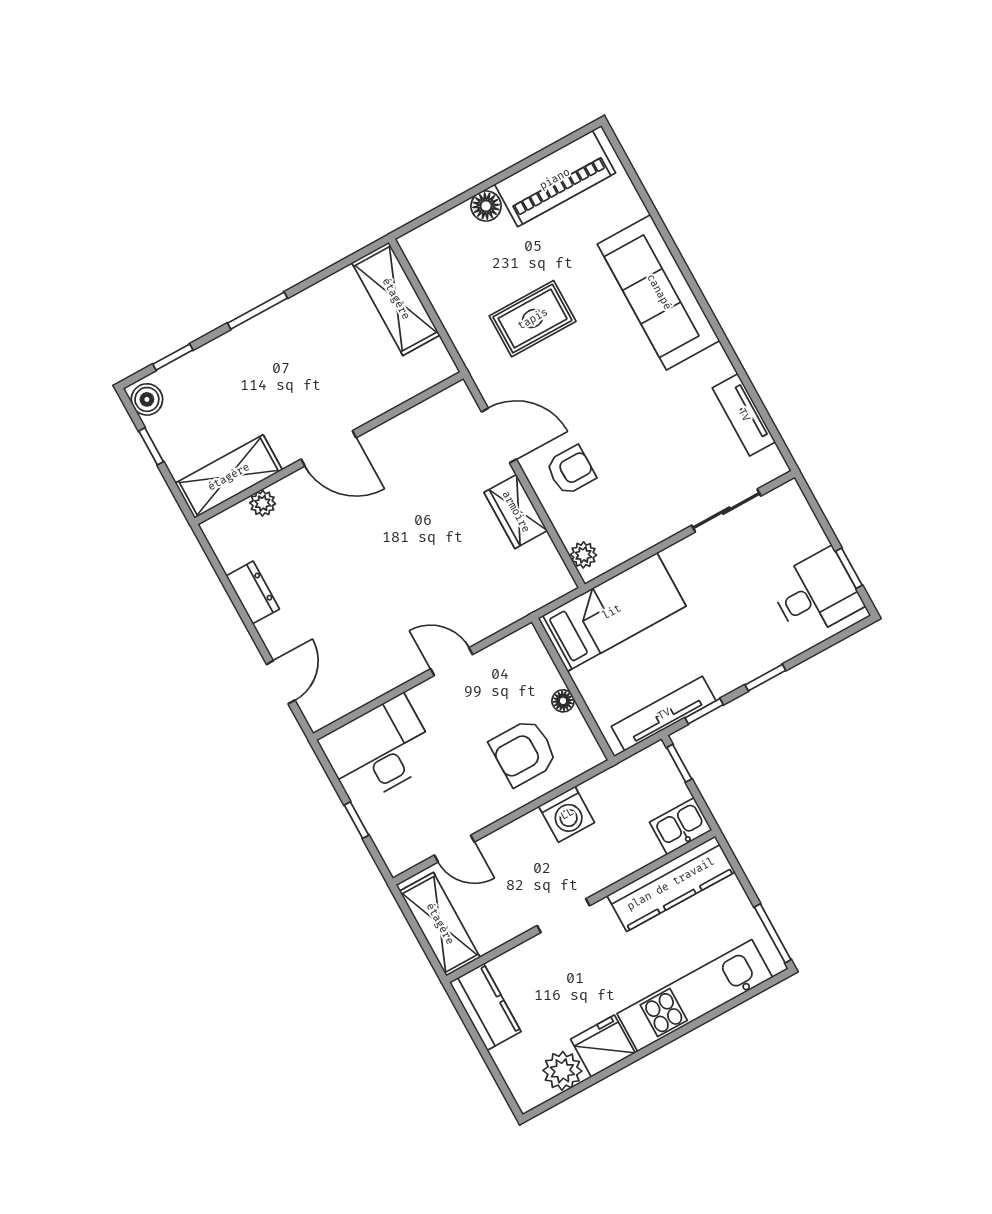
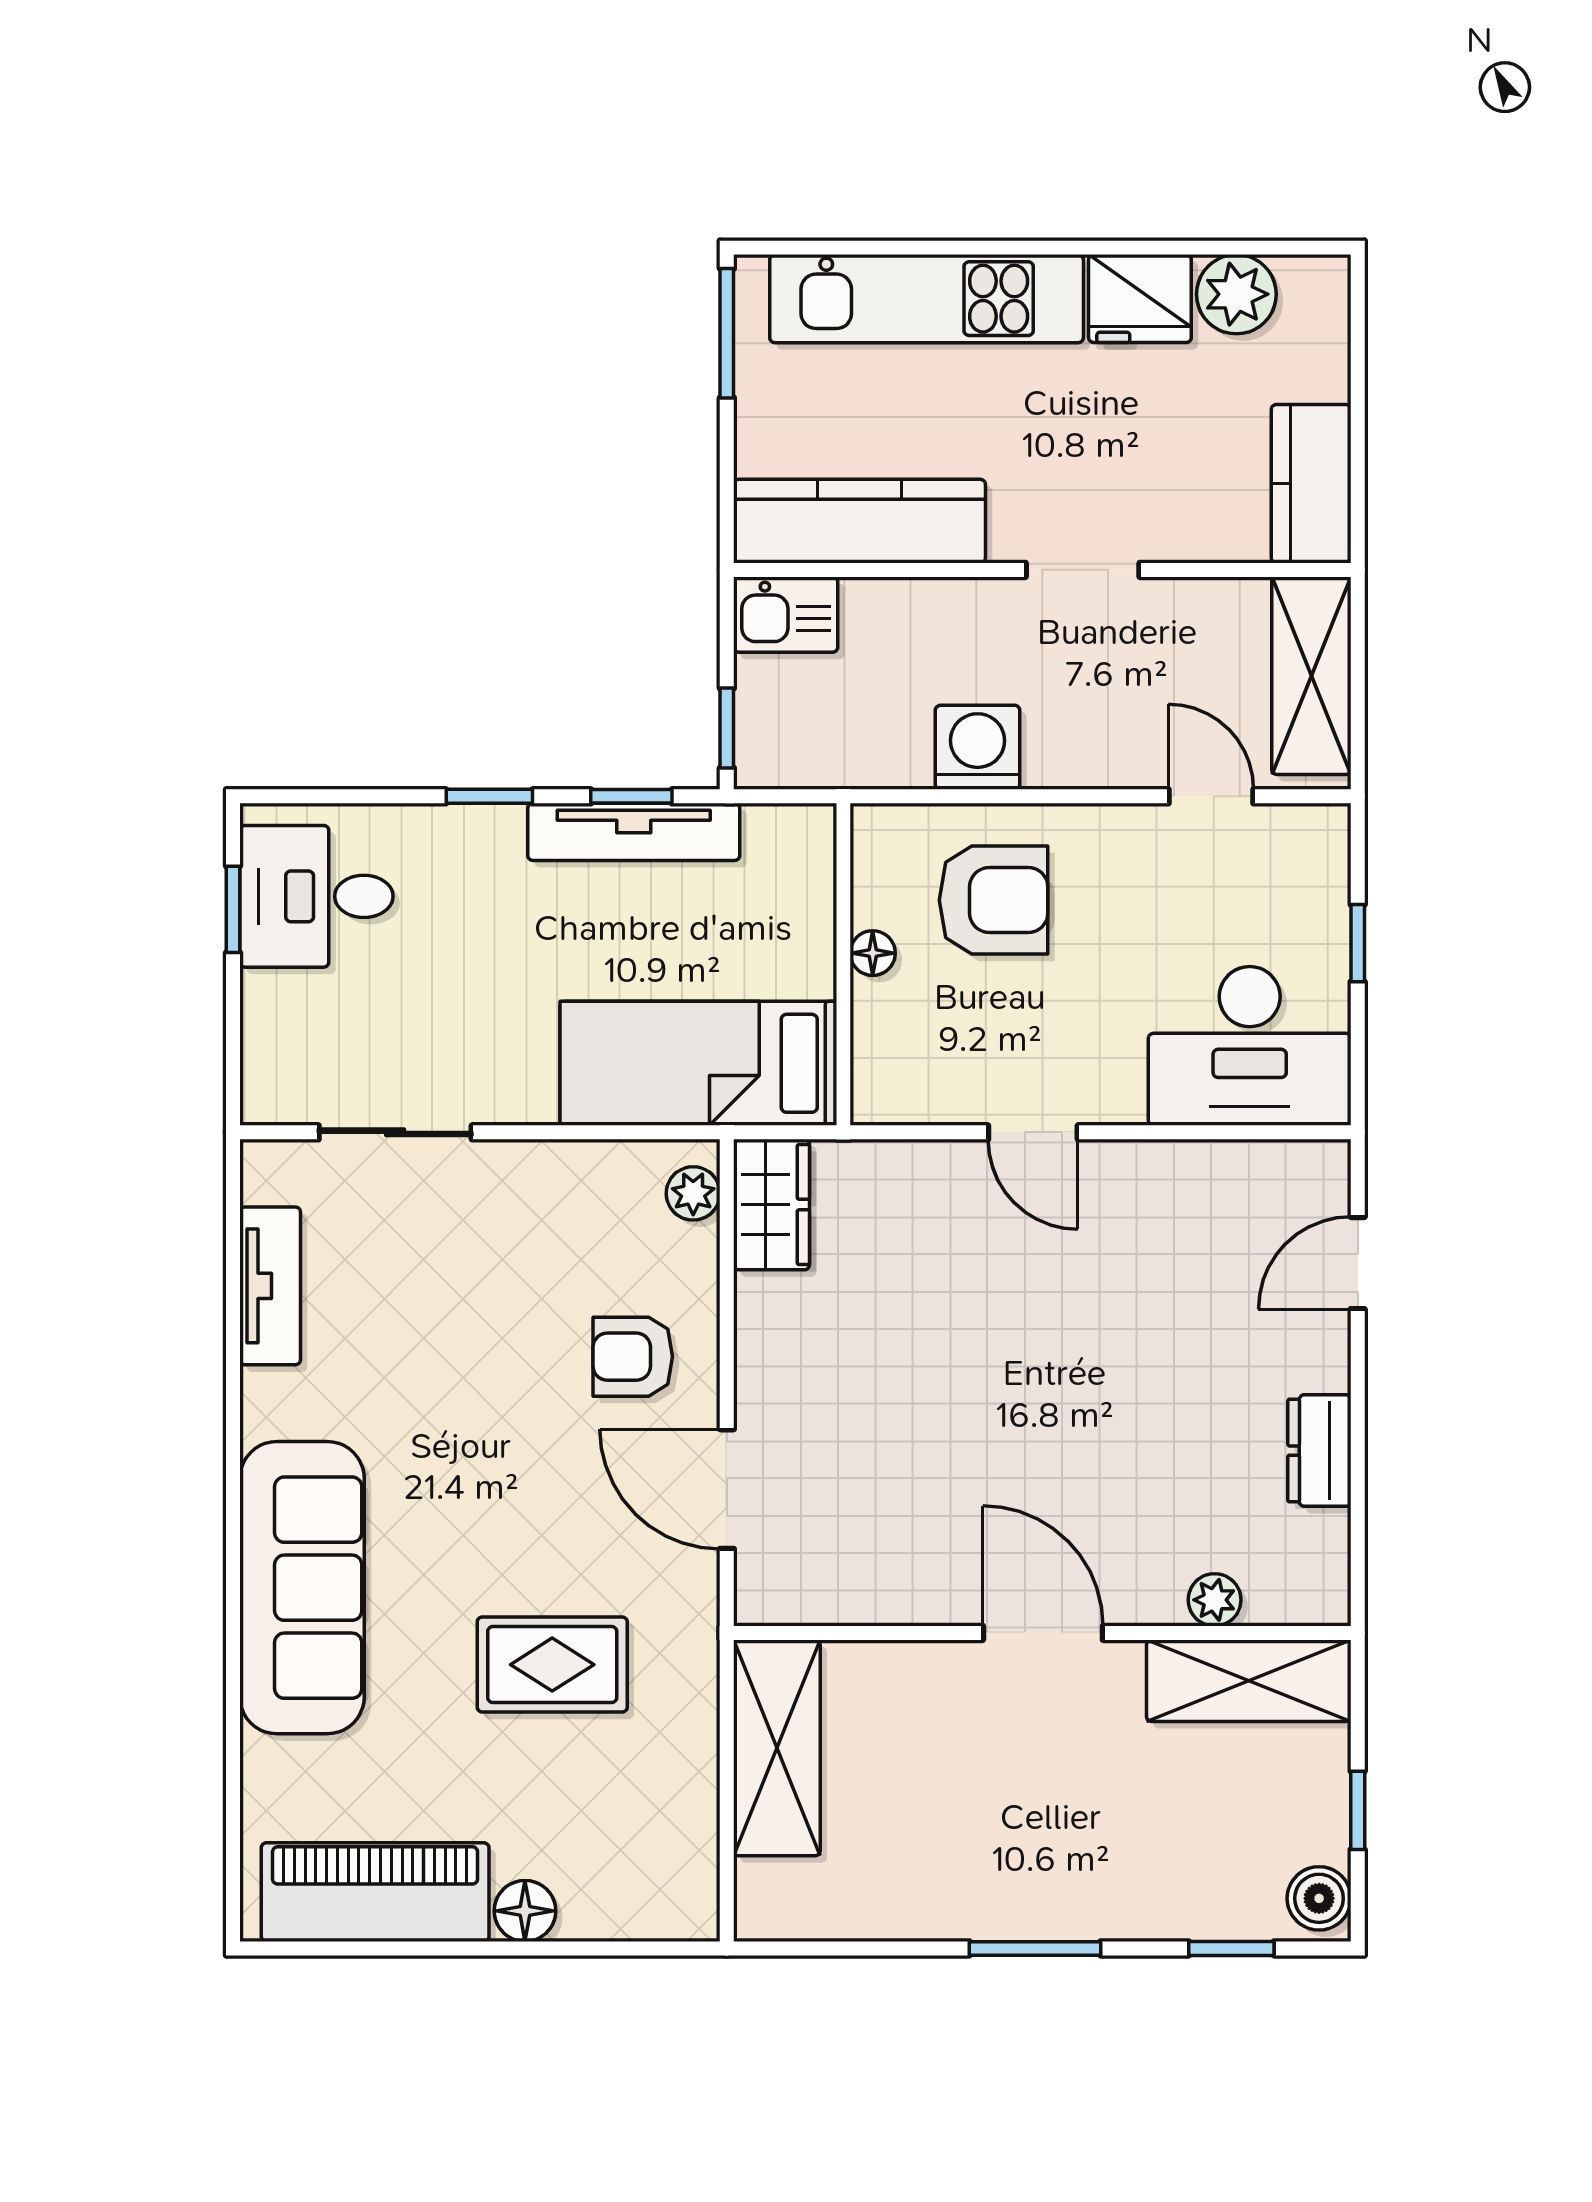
shelving: (396, 299) -> (777, 1748), moved
wardrobe: (516, 512) -> (772, 1205), moved
tv unit: (664, 714) -> (634, 832), moved

